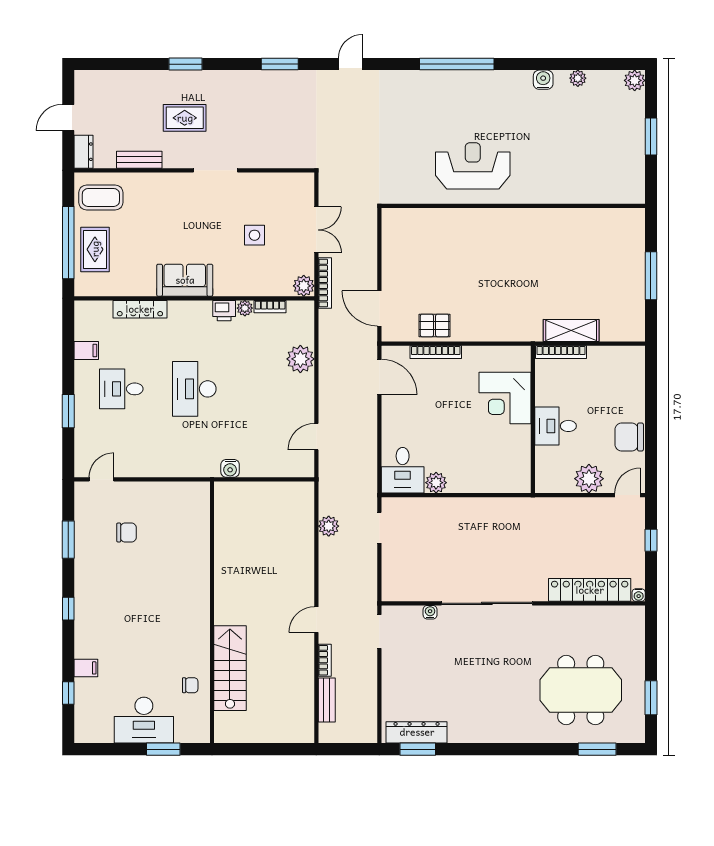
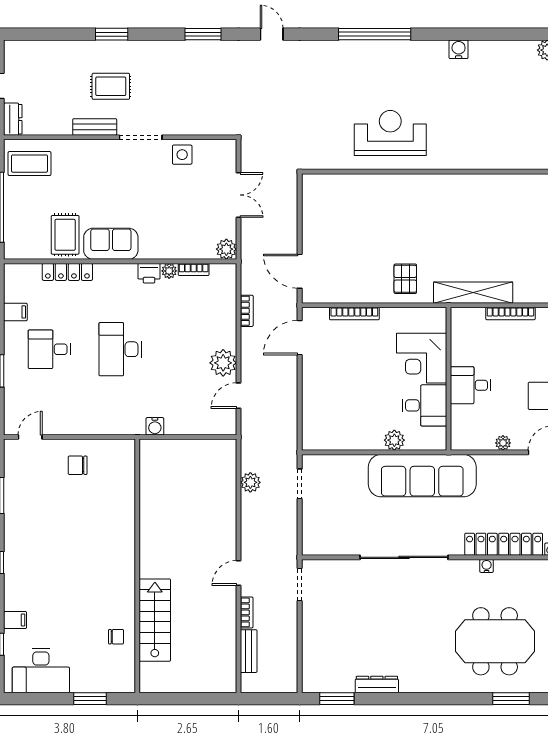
door: (350, 64) -> (272, 34), hinge flipped
plant: (578, 78) -> (492, 48), removed
bench: (139, 160) -> (95, 127), moved
side table: (254, 235) -> (182, 155), moved
rug: (95, 249) -> (65, 235), moved
bookcase: (325, 283) -> (247, 311), moved, width x0.64
pallet: (435, 325) -> (405, 279), moved, turned 90
shelving: (571, 331) -> (473, 293), width x1.47
bookcase: (561, 352) -> (510, 314), moved
plant: (300, 359) -> (223, 363), moved
door: (379, 377) -> (300, 338), swing flipped
desk: (403, 470) -> (424, 405), moved, turned -90
plant: (589, 479) -> (503, 443), width x0.53, depth x0.53
plant: (436, 483) -> (394, 440), moved
sofa: (506, 519) -> (422, 476), added
chair: (126, 532) -> (78, 465), moved, turned 180
water cooler: (430, 612) -> (487, 566), moved
desk: (144, 720) -> (41, 671), moved
dresser: (417, 732) -> (377, 685), moved, width x0.73, depth x0.80

